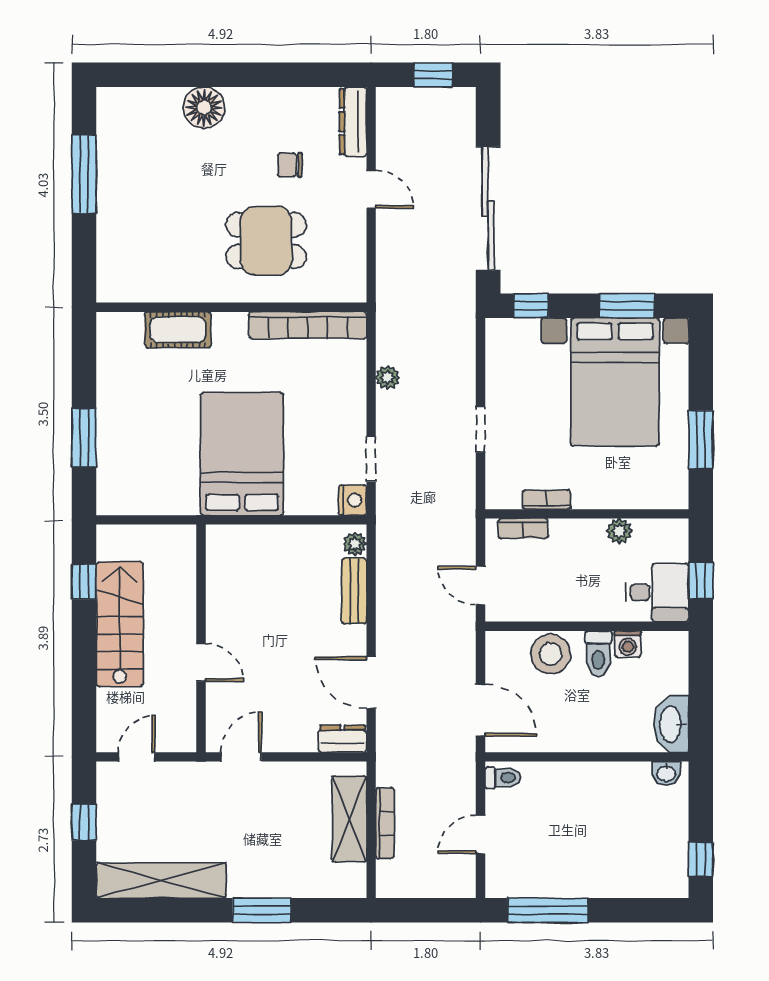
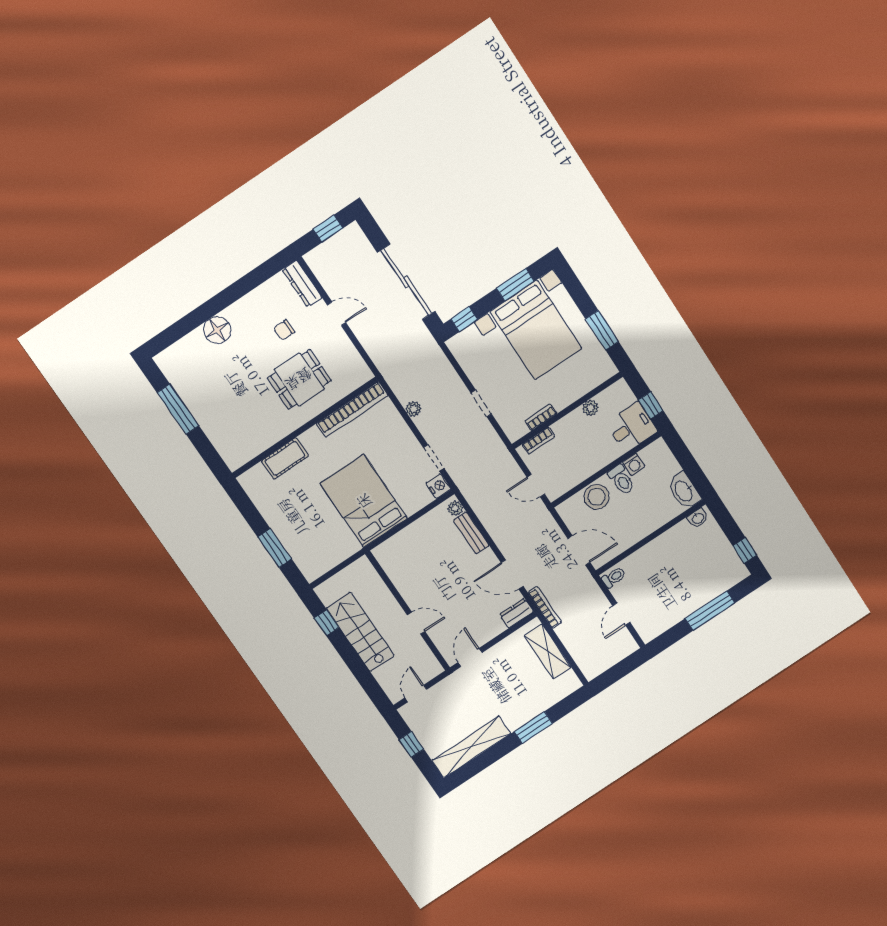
bookcase: (385, 823) -> (545, 608), moved
window: (548, 910) -> (710, 611), moved

